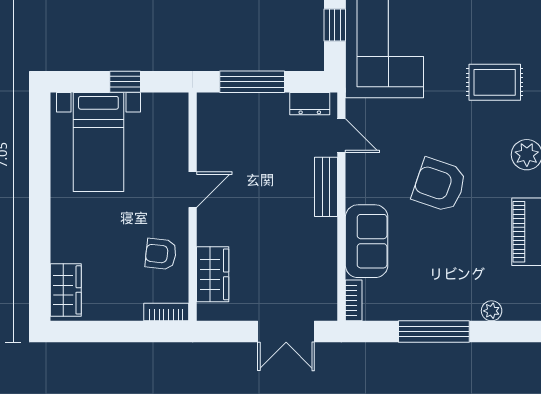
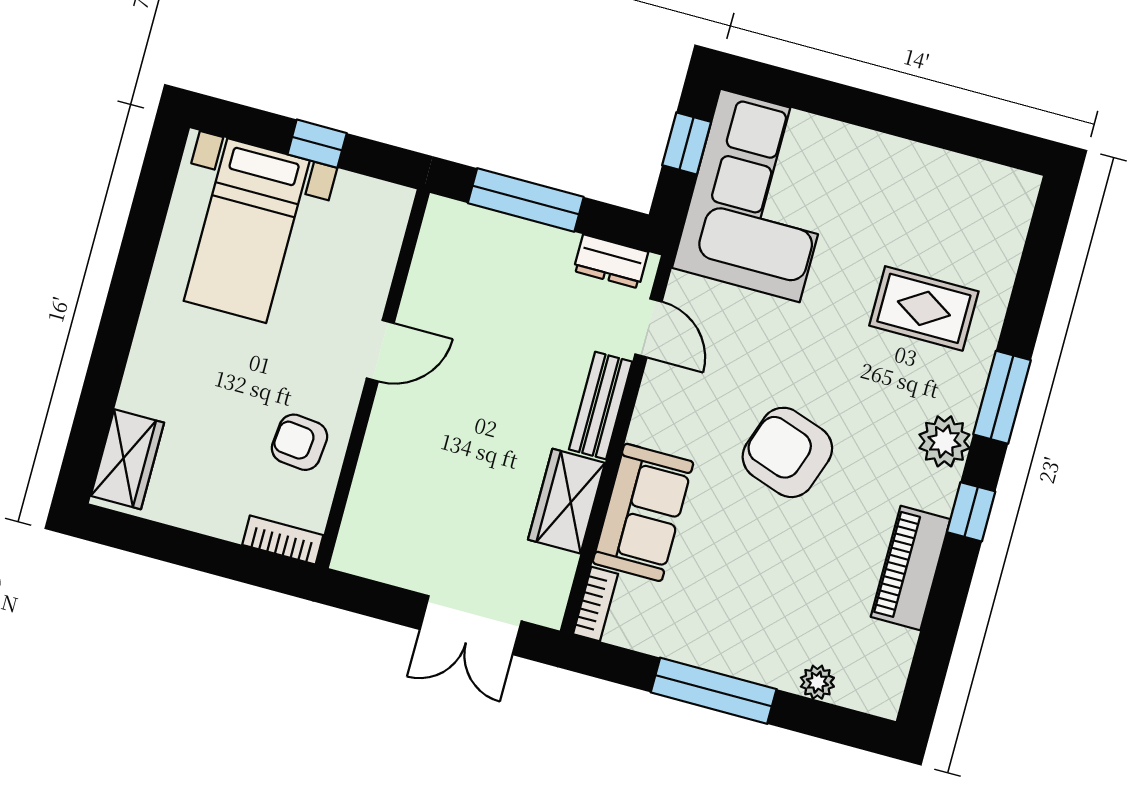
wardrobe: (213, 274) -> (567, 501), moved, turned 180

